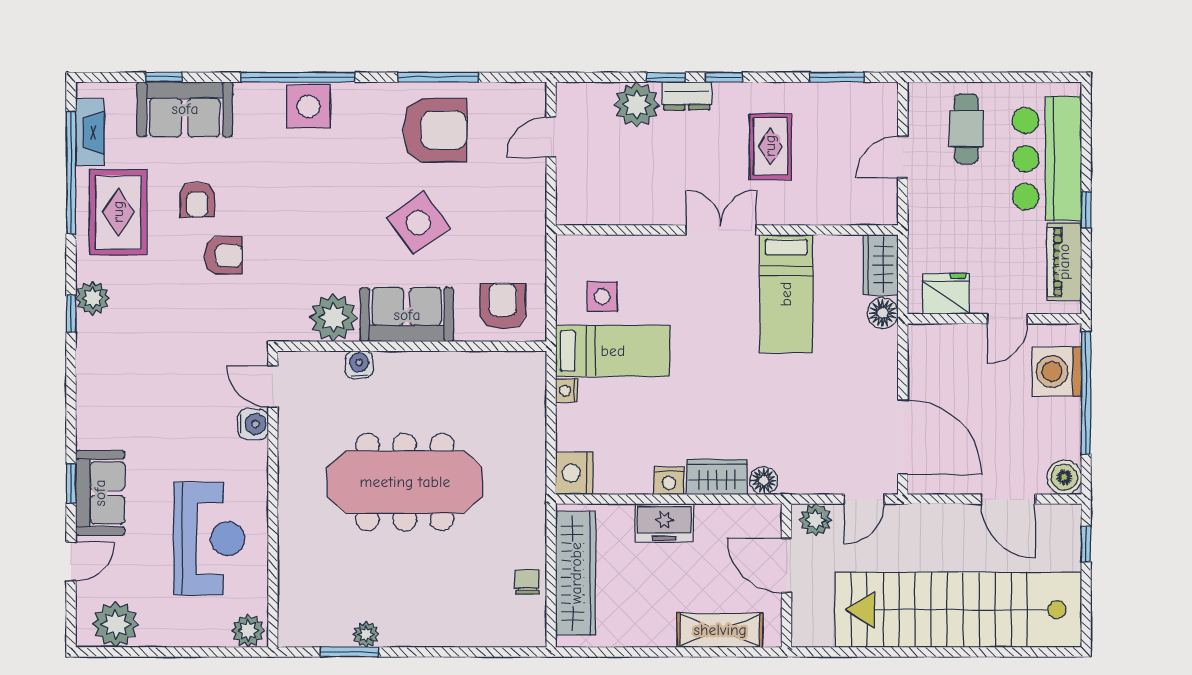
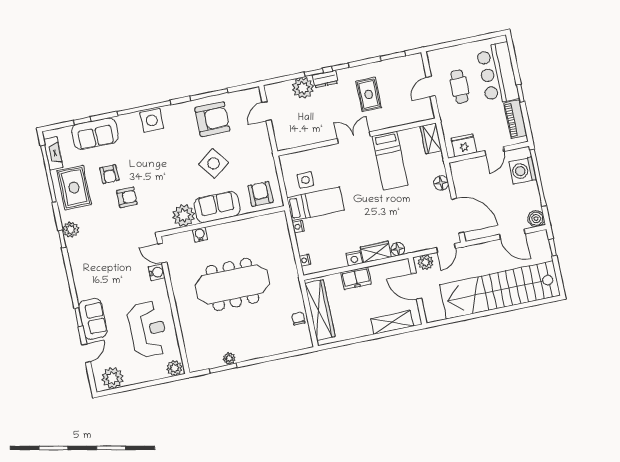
cafe table: (966, 129) -> (460, 87), moved
floor lamp: (883, 313) -> (441, 183), moved
nightstand: (574, 473) -> (305, 260), width x0.53, depth x0.56

